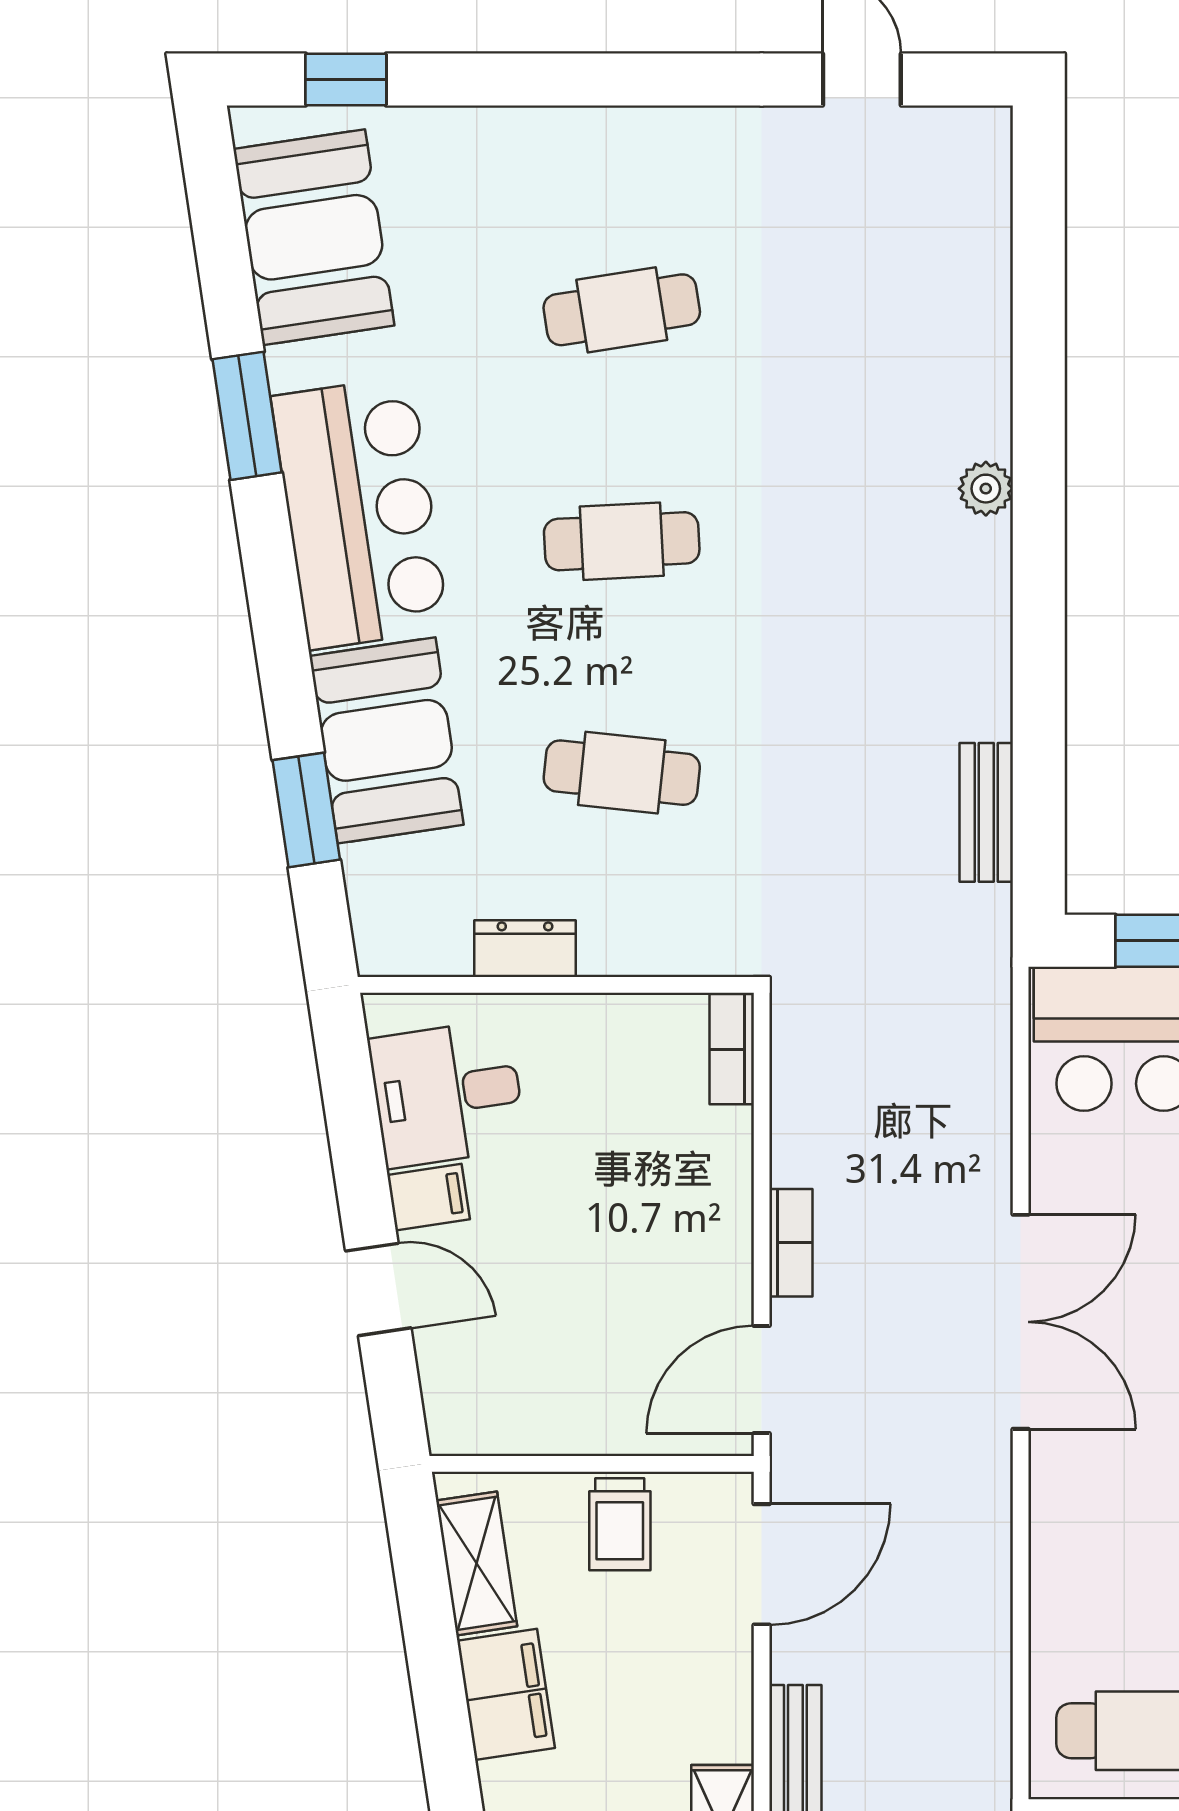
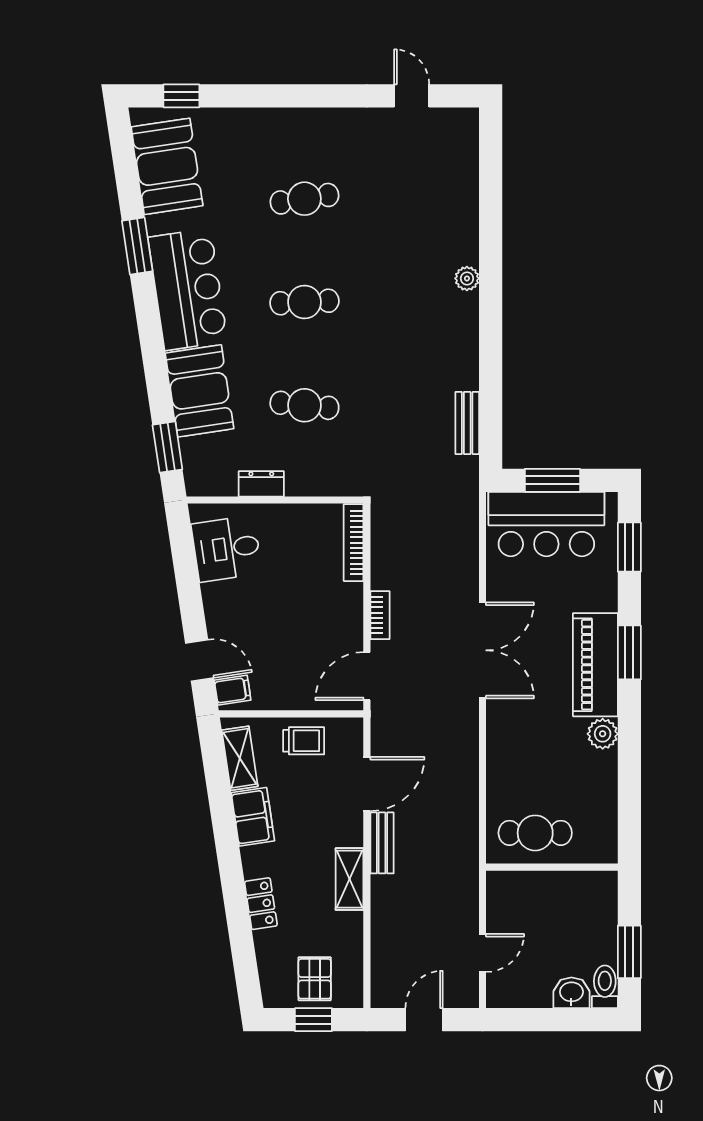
window: (306, 810) -> (167, 447), moved
bookcase: (732, 1049) -> (354, 543), width x1.56
filing cabinet: (429, 1197) -> (233, 690), moved
door: (378, 1289) -> (199, 660), moved
trolley: (620, 1524) -> (304, 741), turned -90
door: (762, 1564) -> (367, 784), moved

